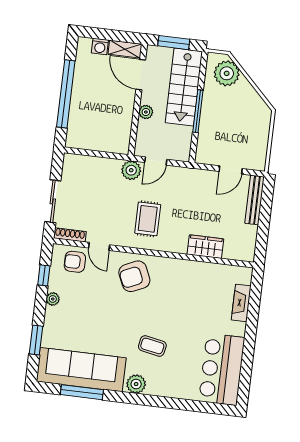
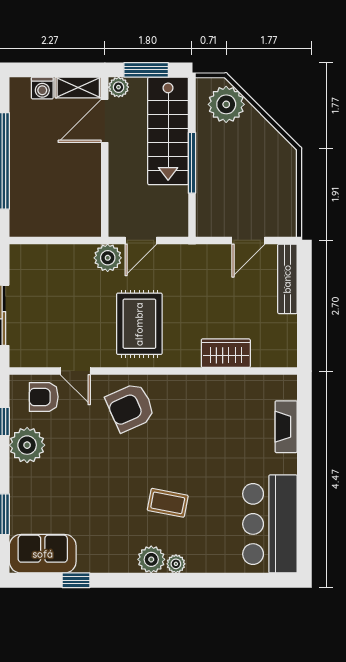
door: (141, 75) -> (105, 121), hinge flipped
plant: (146, 112) -> (119, 87), moved
rug: (148, 219) -> (139, 324), width x1.36, depth x1.43
shoe rack: (70, 235) -> (32, 360), removed
plant: (53, 299) -> (27, 445), width x1.88, depth x1.88
sofa: (81, 370) -> (43, 554), width x0.54, depth x0.79
plant: (153, 389) -> (176, 564), added
window: (82, 392) -> (76, 580), width x0.46

